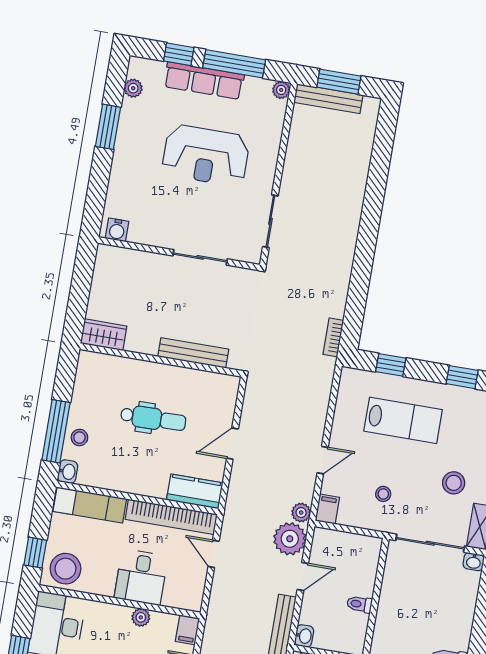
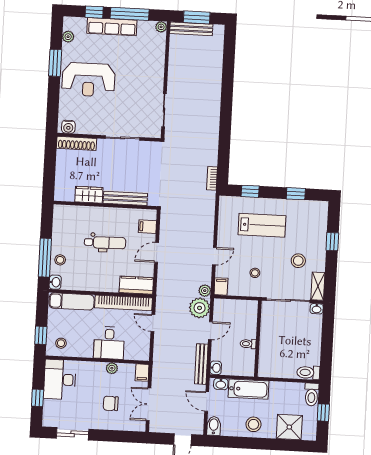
reception desk: (206, 155) -> (88, 80), moved
shoe rack: (127, 257) -> (76, 143), added
wardrobe: (104, 335) -> (89, 195), moved
filing cabinet: (223, 401) -> (147, 227), added
stool: (65, 569) -> (61, 343), width x0.53, depth x0.53

